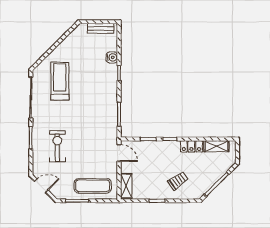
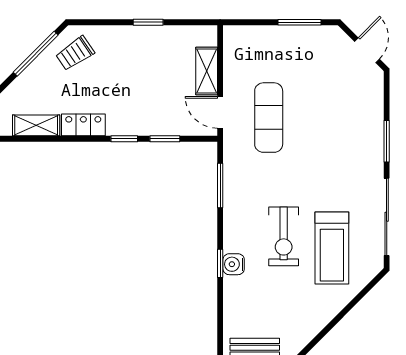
water cooler: (112, 57) -> (234, 264), moved
exercise bike: (57, 146) -> (284, 236), moved
trolley: (178, 181) -> (75, 53), moved
door: (41, 186) -> (367, 50), swing flipped
exercise mat: (93, 186) -> (269, 118), moved, turned 90
shelving: (126, 186) -> (207, 71), moved

